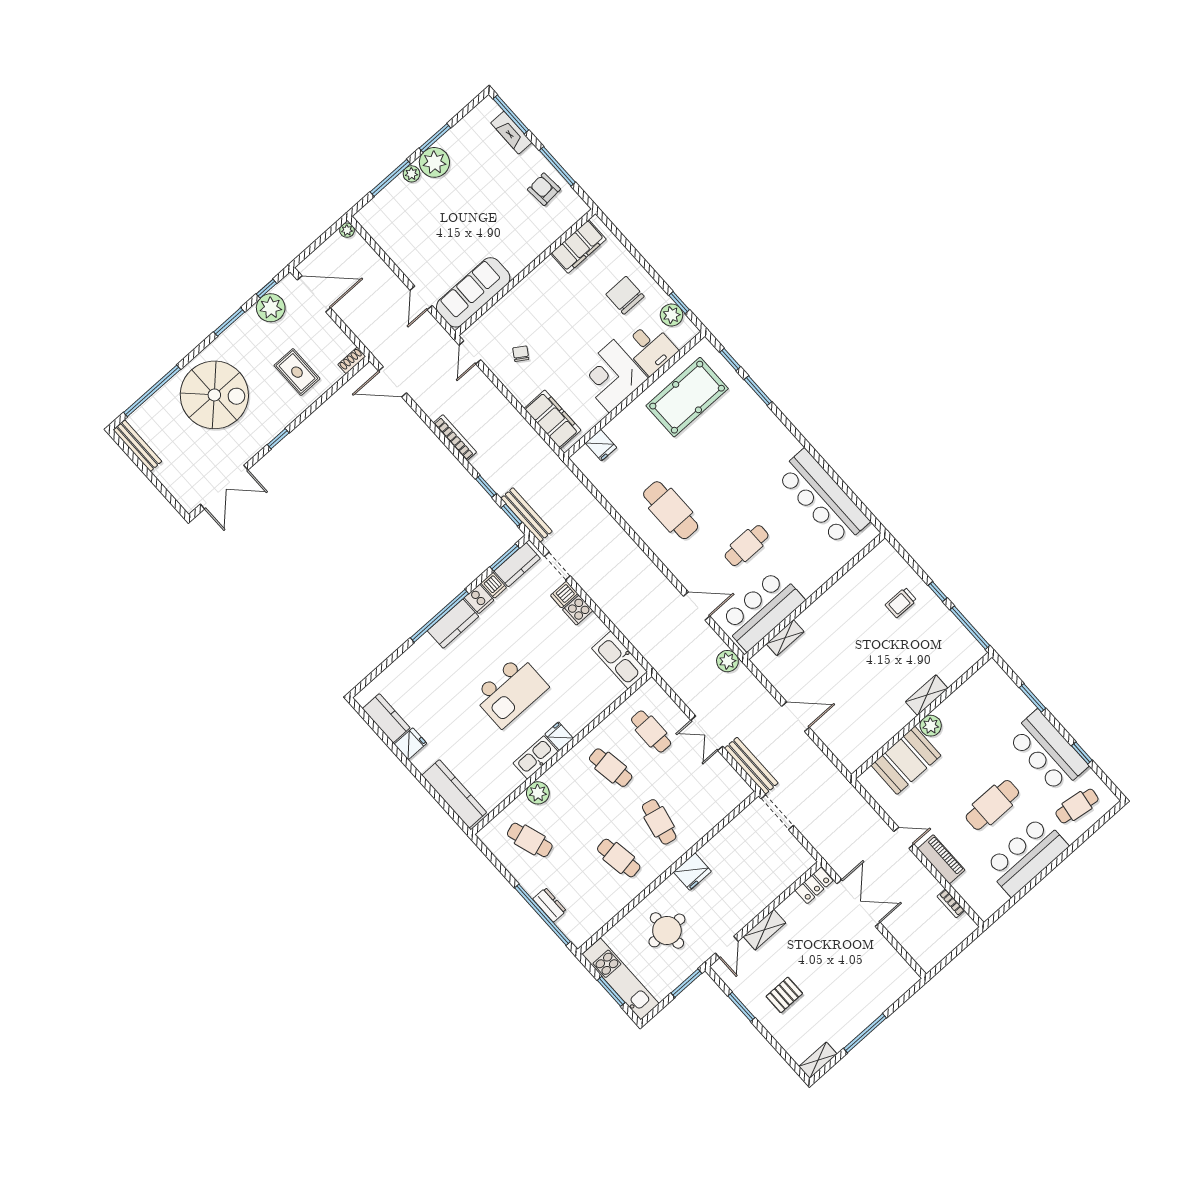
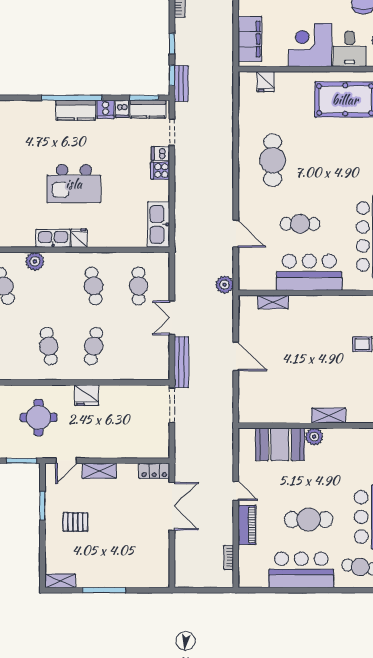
bench: (526, 515) -> (181, 84), width x0.73
bar counter: (762, 610) -> (309, 272), moved

